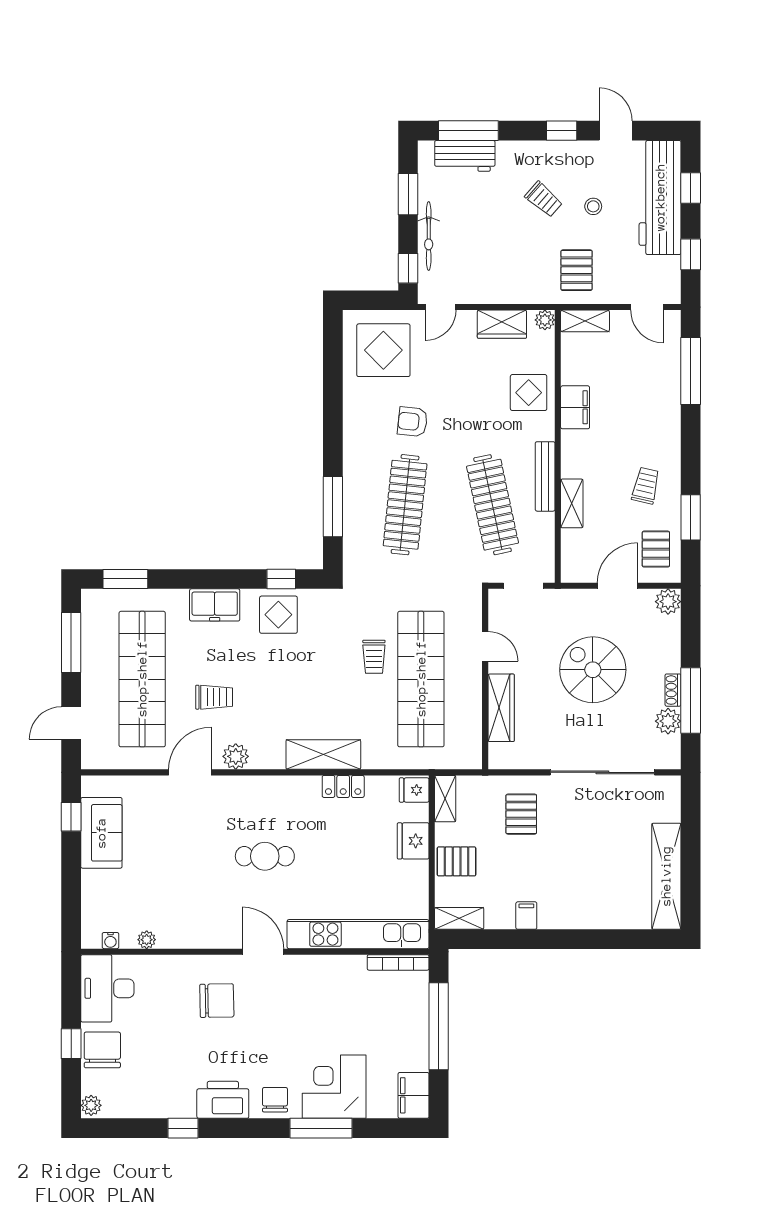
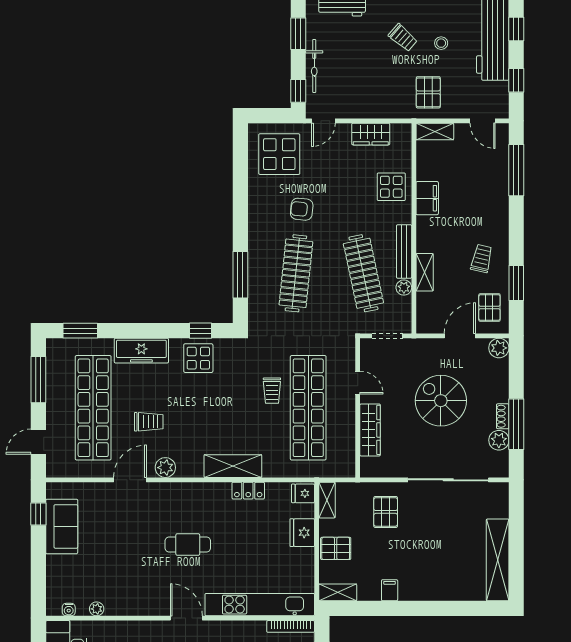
plant: (545, 320) -> (404, 288), moved
freezer: (215, 605) -> (141, 351), width x1.40

